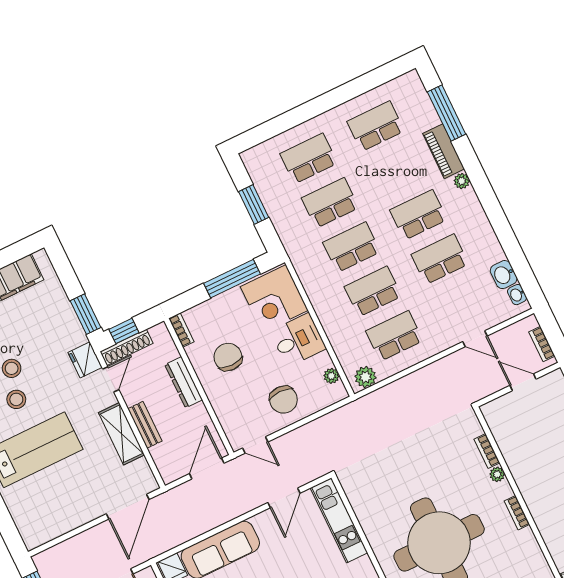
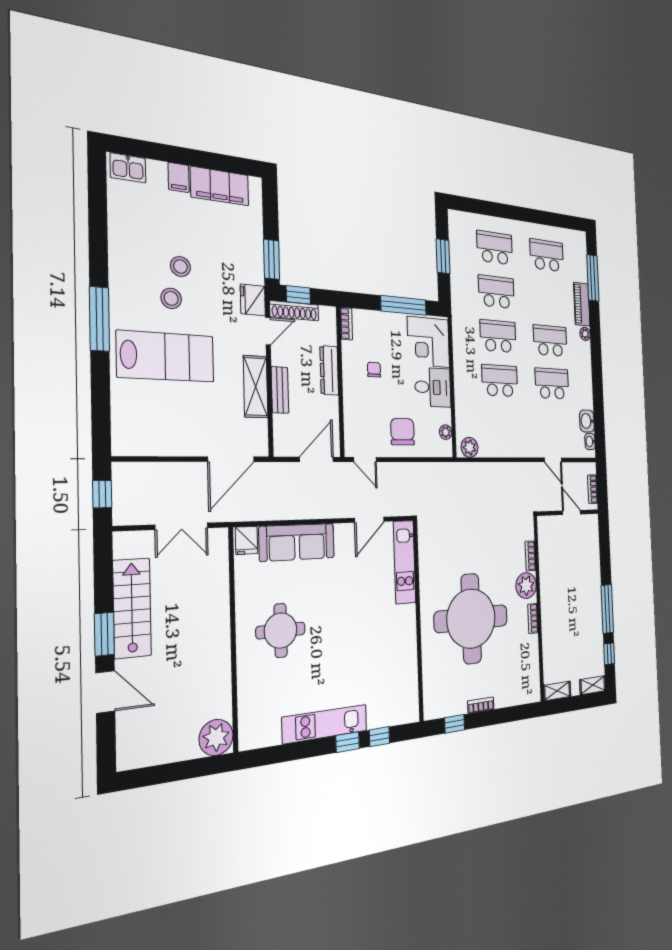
school desk: (394, 336) -> (501, 425), removed
chair: (228, 357) -> (374, 370), width x0.54, depth x0.54
chair: (283, 400) -> (402, 432), turned 180
plant: (497, 474) -> (526, 586), width x1.88, depth x1.88

